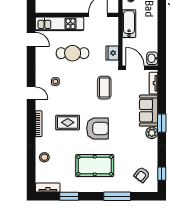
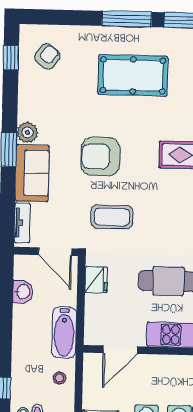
washbasin: (152, 58) -> (23, 292), moved
coffee table: (104, 88) -> (112, 217), turned 90
armchair: (97, 128) -> (100, 157), moved
window: (117, 196) -> (127, 19), moved

